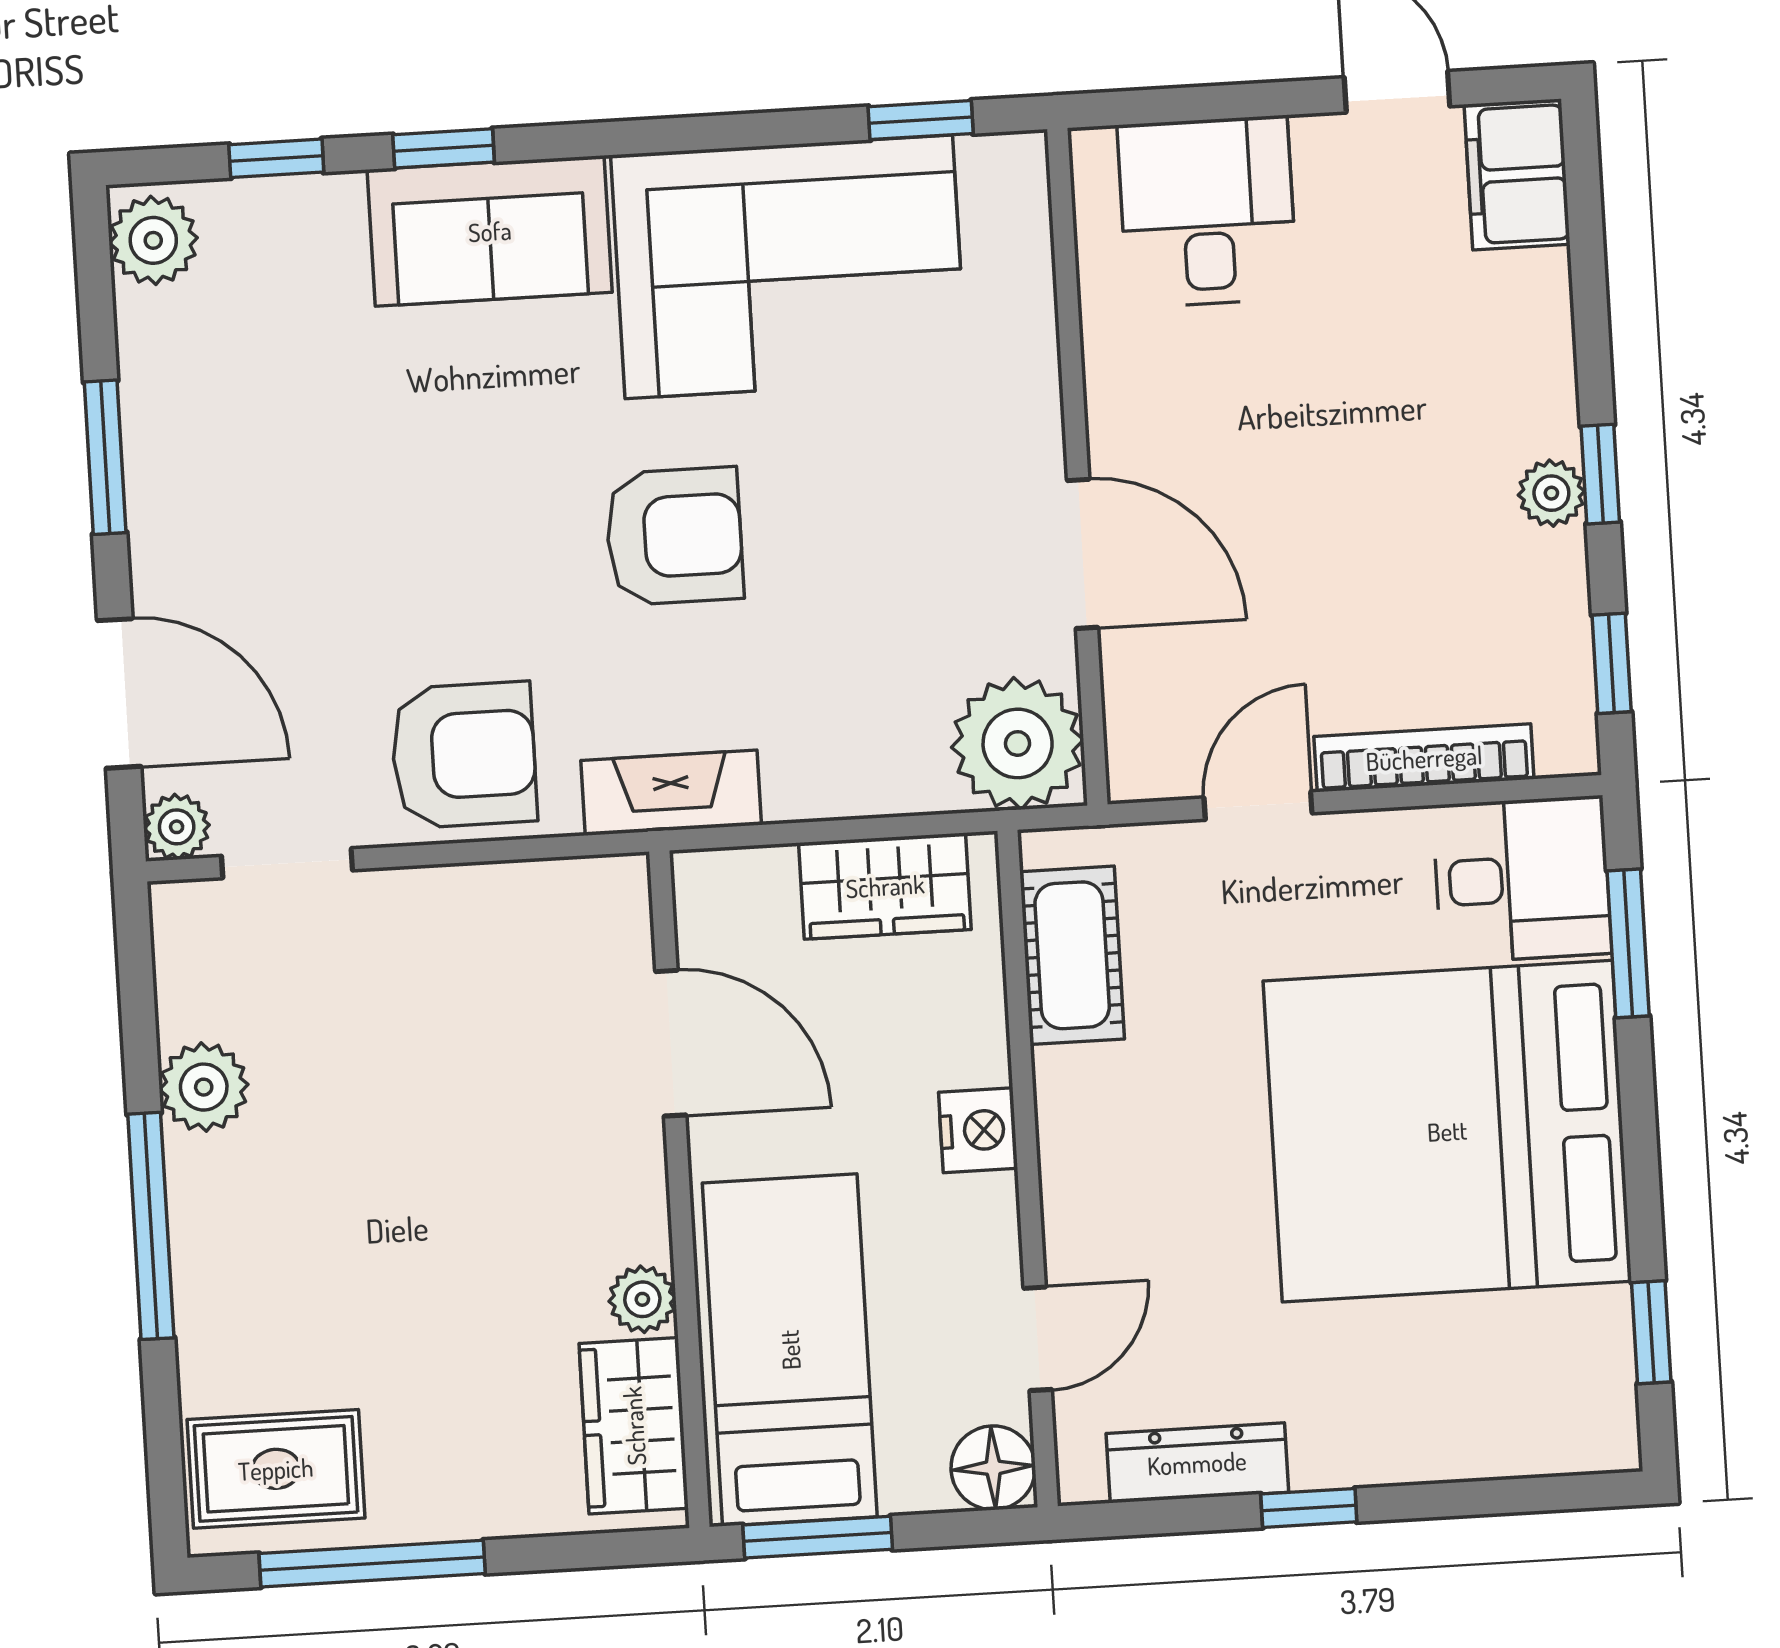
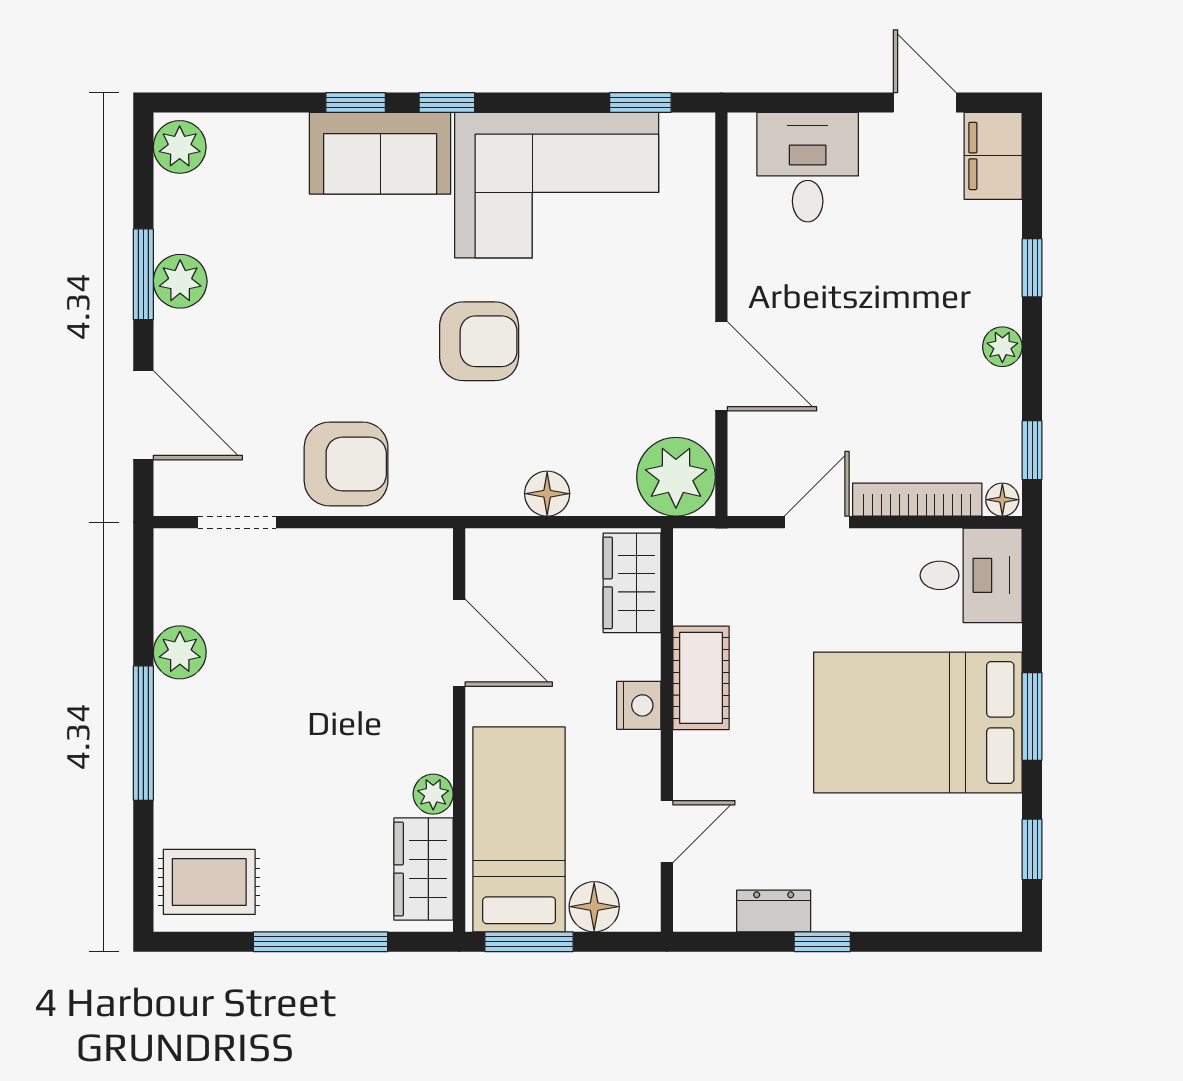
window: (276, 158) -> (447, 102), moved
window: (1600, 474) -> (1032, 268), moved
floor lamp: (1567, 749) -> (1002, 500), added
floor lamp: (803, 785) -> (547, 494), added
fireplace: (671, 793) -> (468, 494), removed
plant: (177, 827) -> (180, 281), moved, width x1.38, depth x1.38
wardrobe: (885, 886) -> (632, 583), moved, turned 90
window: (1628, 943) -> (1032, 716), moved
cot: (1072, 955) -> (701, 678), moved
bed: (1447, 1131) -> (918, 722), width x0.73
dresser: (1197, 1463) -> (774, 911), width x0.70
floor lamp: (993, 1468) -> (594, 907), moved
window: (372, 1564) -> (320, 942), moved

